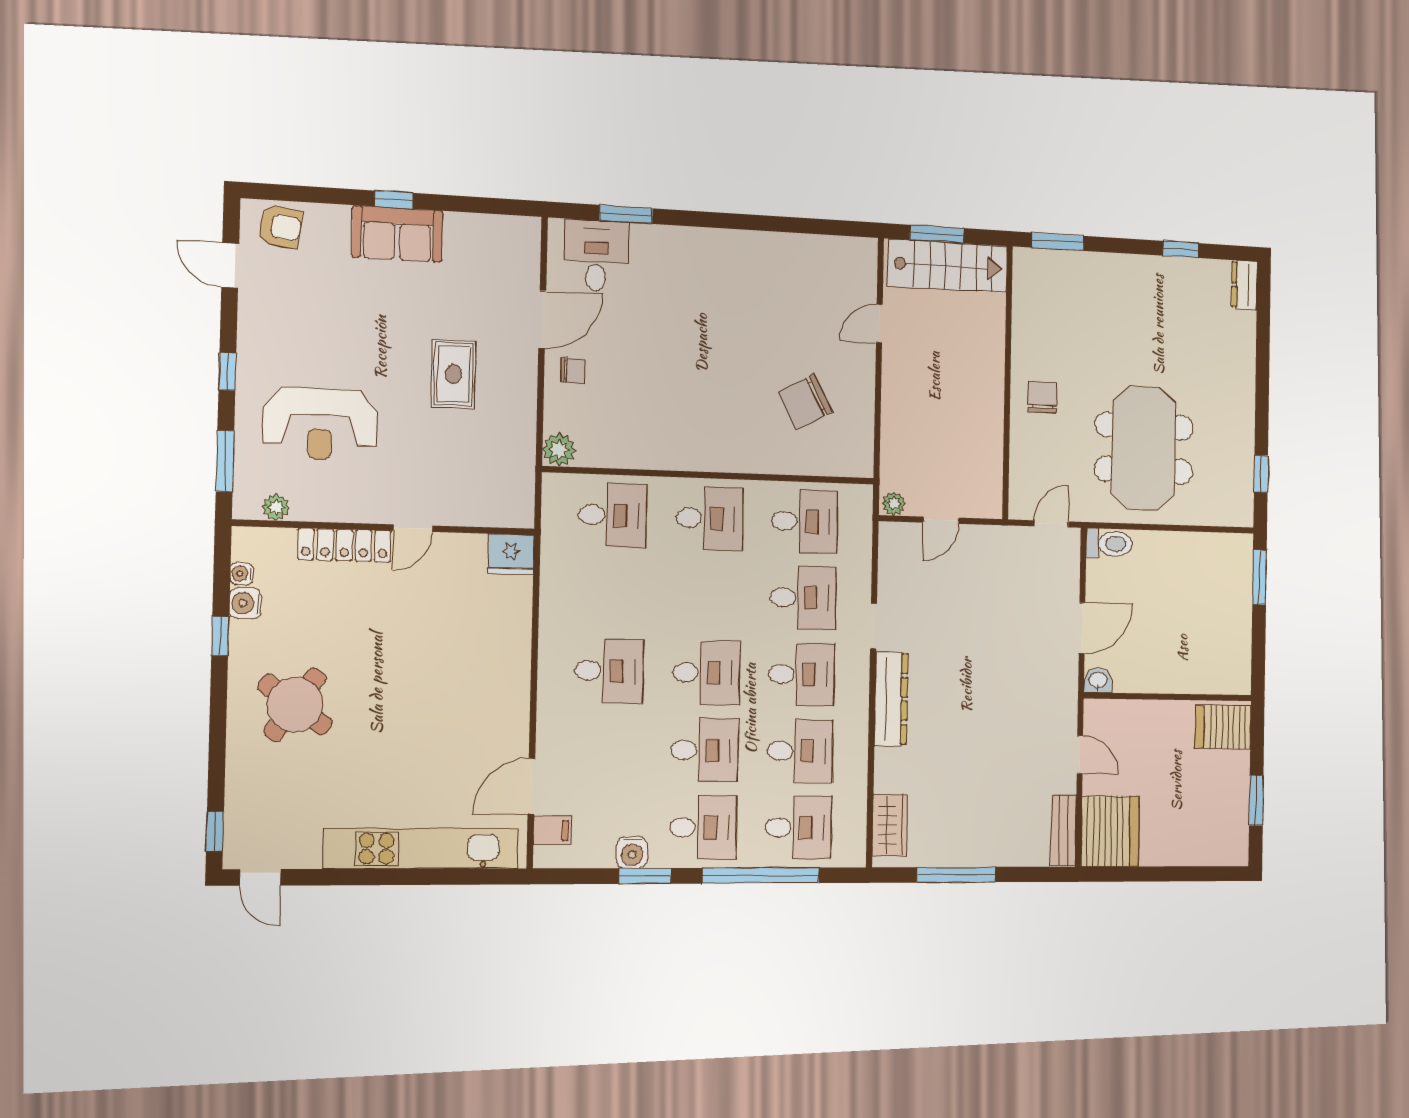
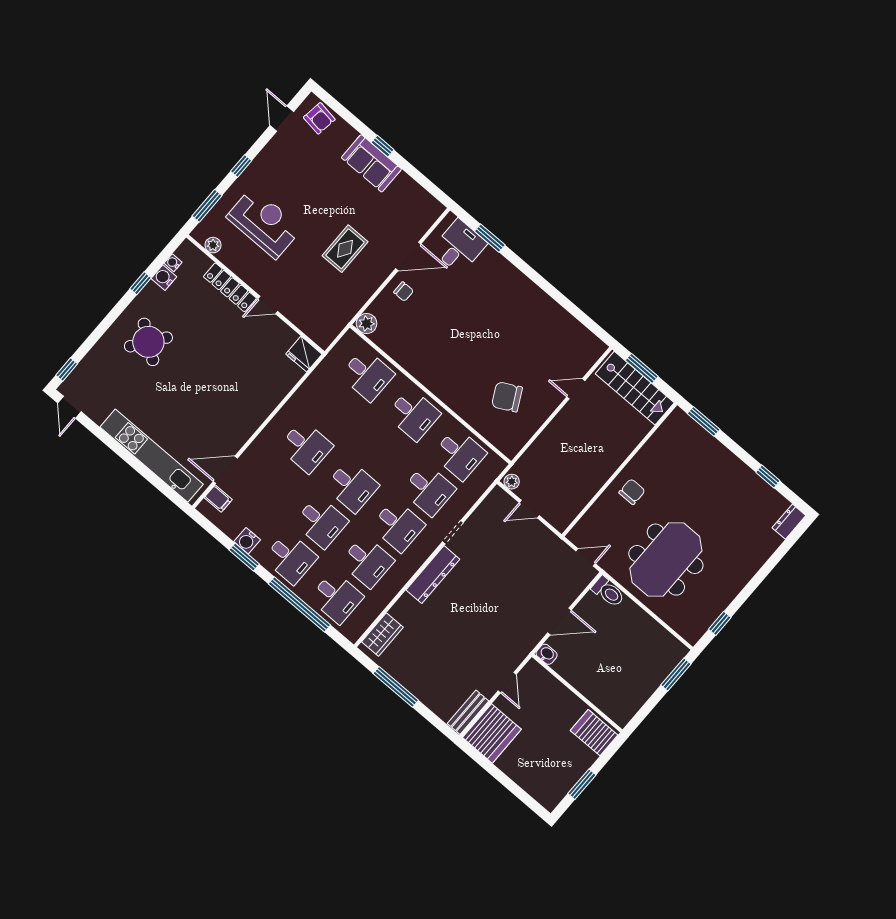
reception desk: (320, 424) -> (264, 223), turned 180

